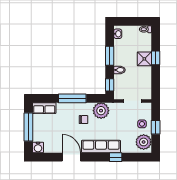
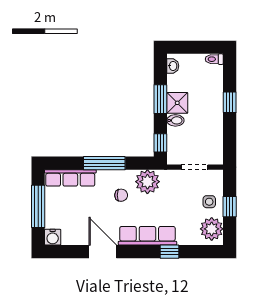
shower: (144, 59) -> (177, 103), moved
row of seats: (44, 108) -> (70, 178), width x1.48

